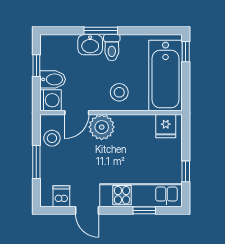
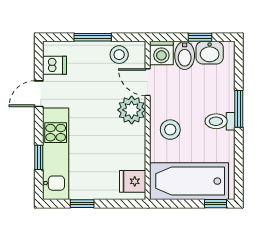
washbasin: (90, 45) -> (210, 53), moved, turned -90

